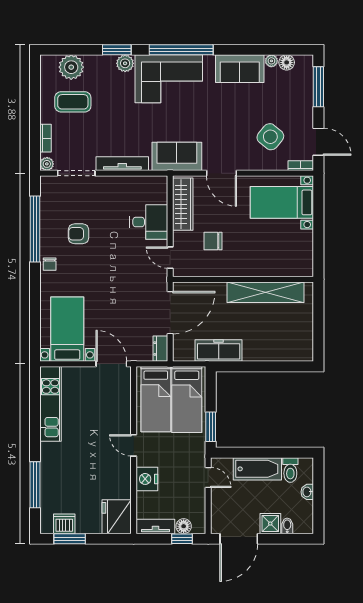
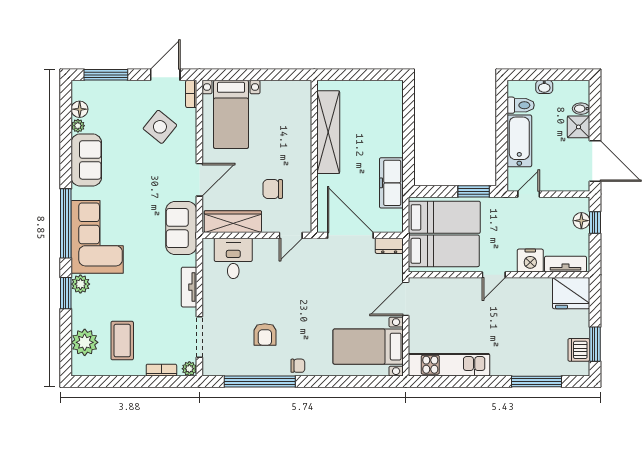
tv unit: (122, 164) -> (189, 287), width x0.71
desk: (149, 222) -> (233, 258), moved
chair: (213, 241) -> (273, 189), turned 90
tv unit: (155, 526) -> (566, 264), moved, turned 90

